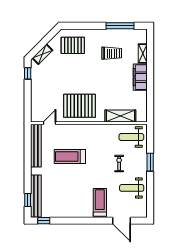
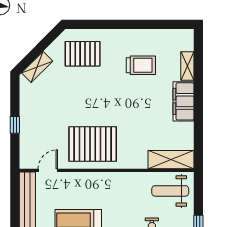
window: (120, 26) -> (153, 24), removed
window: (28, 73) -> (15, 125), moved
shelving: (120, 116) -> (171, 160), moved

